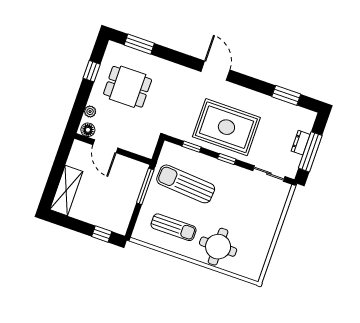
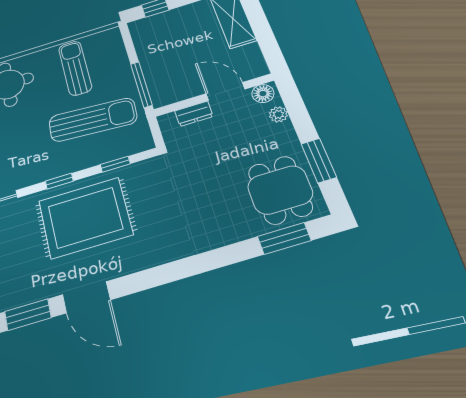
window: (92, 71) -> (319, 160), width x1.50
door: (215, 71) -> (86, 297), moved
dining table: (128, 87) -> (280, 190), moved, turned 90
dresser: (131, 146) -> (194, 114), added
sun lounger: (174, 227) -> (75, 68), turned 90

